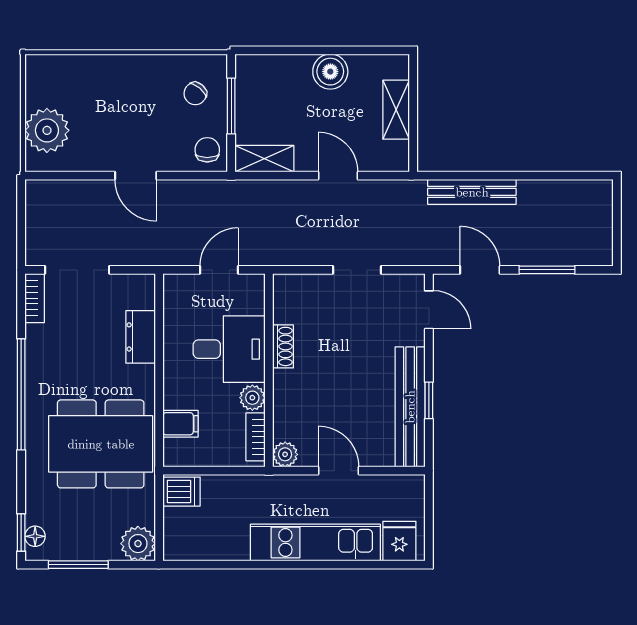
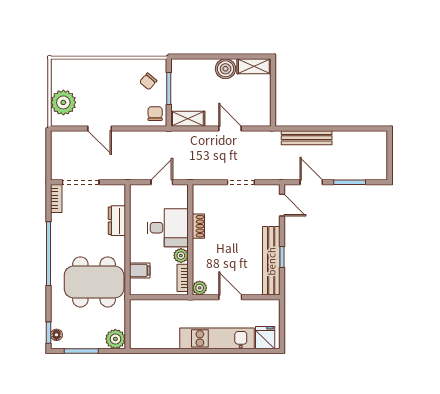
shelving: (396, 110) -> (254, 66), moved, turned 90
door: (136, 176) -> (100, 128), moved
dishwasher: (182, 492) -> (140, 309), removed

